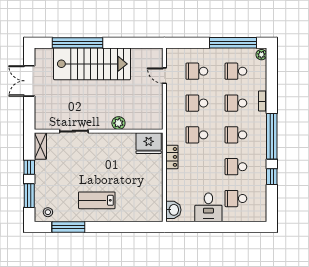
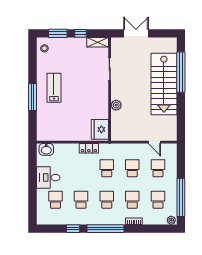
door: (164, 76) -> (154, 142), swing flipped
double door: (29, 81) -> (136, 33), moved
window: (68, 227) -> (32, 97), moved

